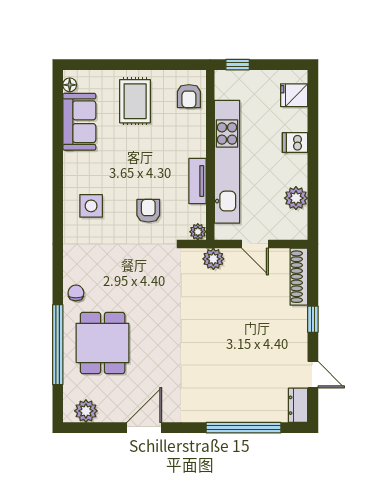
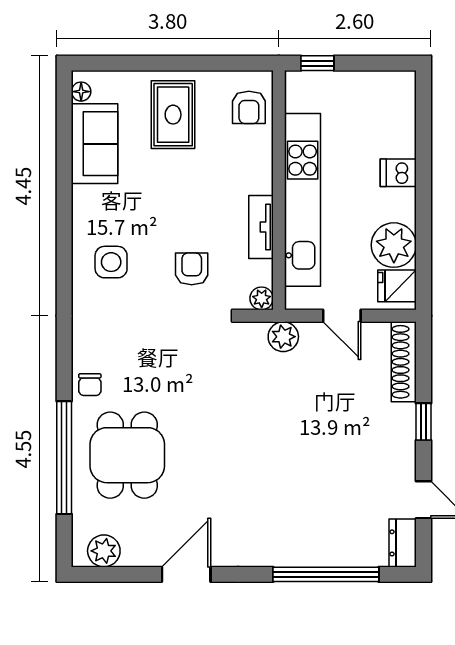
fridge: (294, 95) -> (397, 286), moved
plant: (296, 198) -> (394, 245), width x1.36, depth x1.36
chair: (76, 293) -> (90, 385), turned 180

